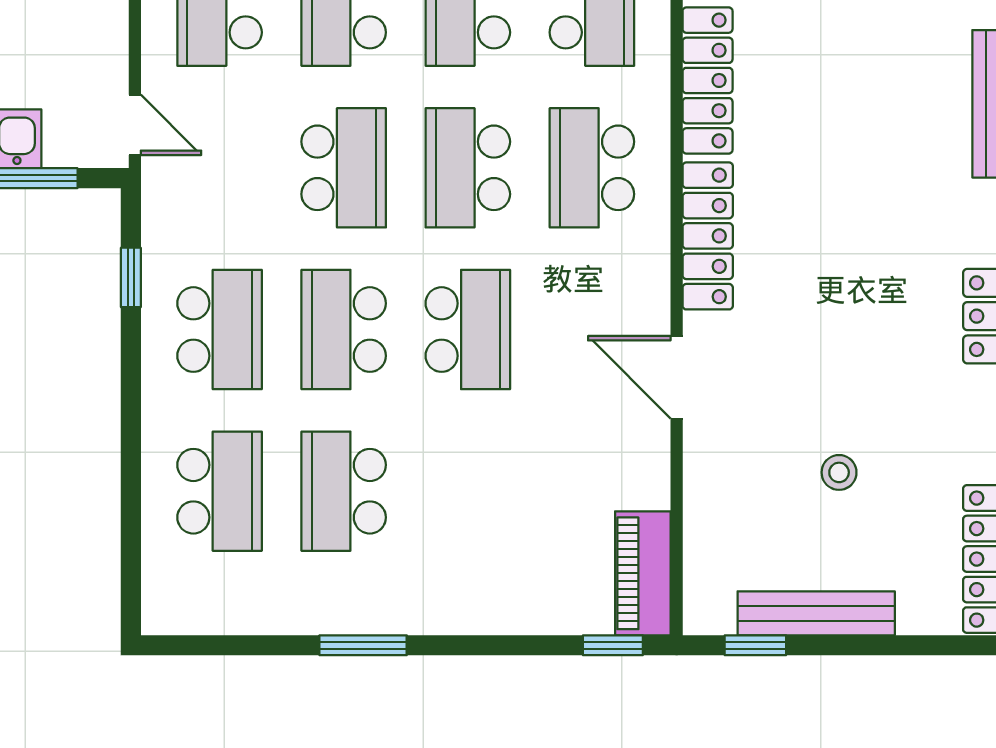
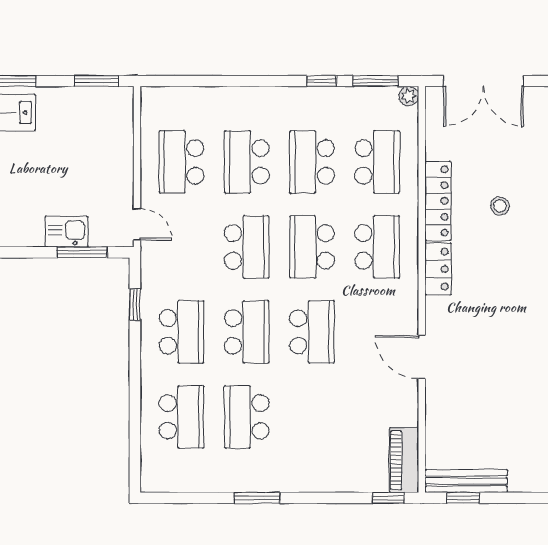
school desk: (592, 168) -> (377, 247), turned 180
locker: (708, 236) -> (438, 269), width x0.66
school desk: (344, 330) -> (247, 332), turned 180
stool: (839, 472) -> (500, 206), moved
bench: (816, 613) -> (466, 481), moved

